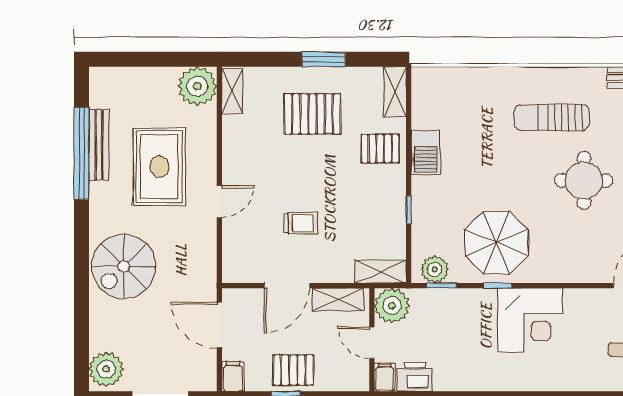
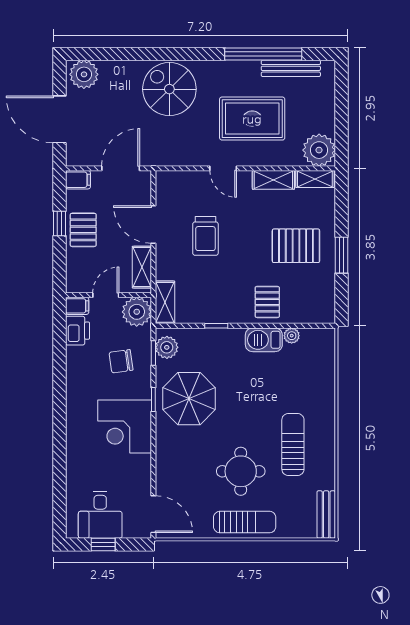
shelving: (395, 92) -> (273, 180), moved
pallet: (312, 114) -> (296, 246), turned 90
plant: (421, 119) -> (292, 336), added
bench: (99, 145) -> (291, 68), moved
trolley: (301, 223) -> (205, 236), width x1.36, depth x1.39
chair: (451, 324) -> (121, 361), added

